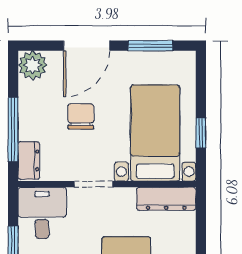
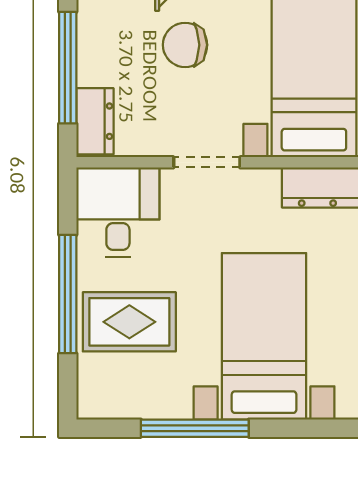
chair: (81, 116) -> (185, 45), turned -90

